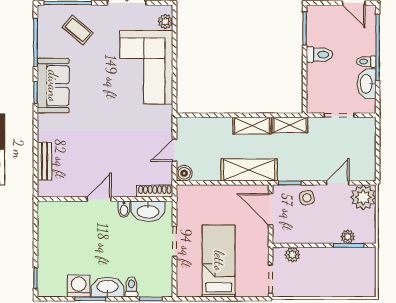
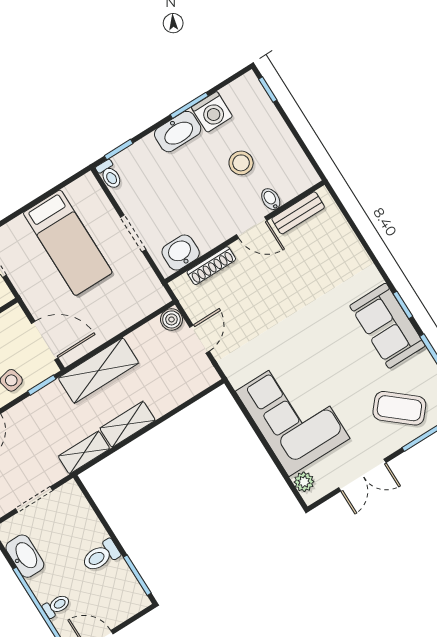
coffee table: (78, 30) -> (399, 408), width x1.36, depth x1.30
toilet: (366, 62) -> (57, 606), moved
bench: (44, 161) -> (298, 213), moved, turned 90
shoe rack: (155, 191) -> (211, 266), moved
door: (99, 199) -> (252, 228), hinge flipped
bidet: (124, 209) -> (271, 199), moved
washbasin: (148, 211) -> (181, 253), width x0.72
stool: (80, 243) -> (241, 163), added
toilet: (131, 287) -> (109, 175), moved

